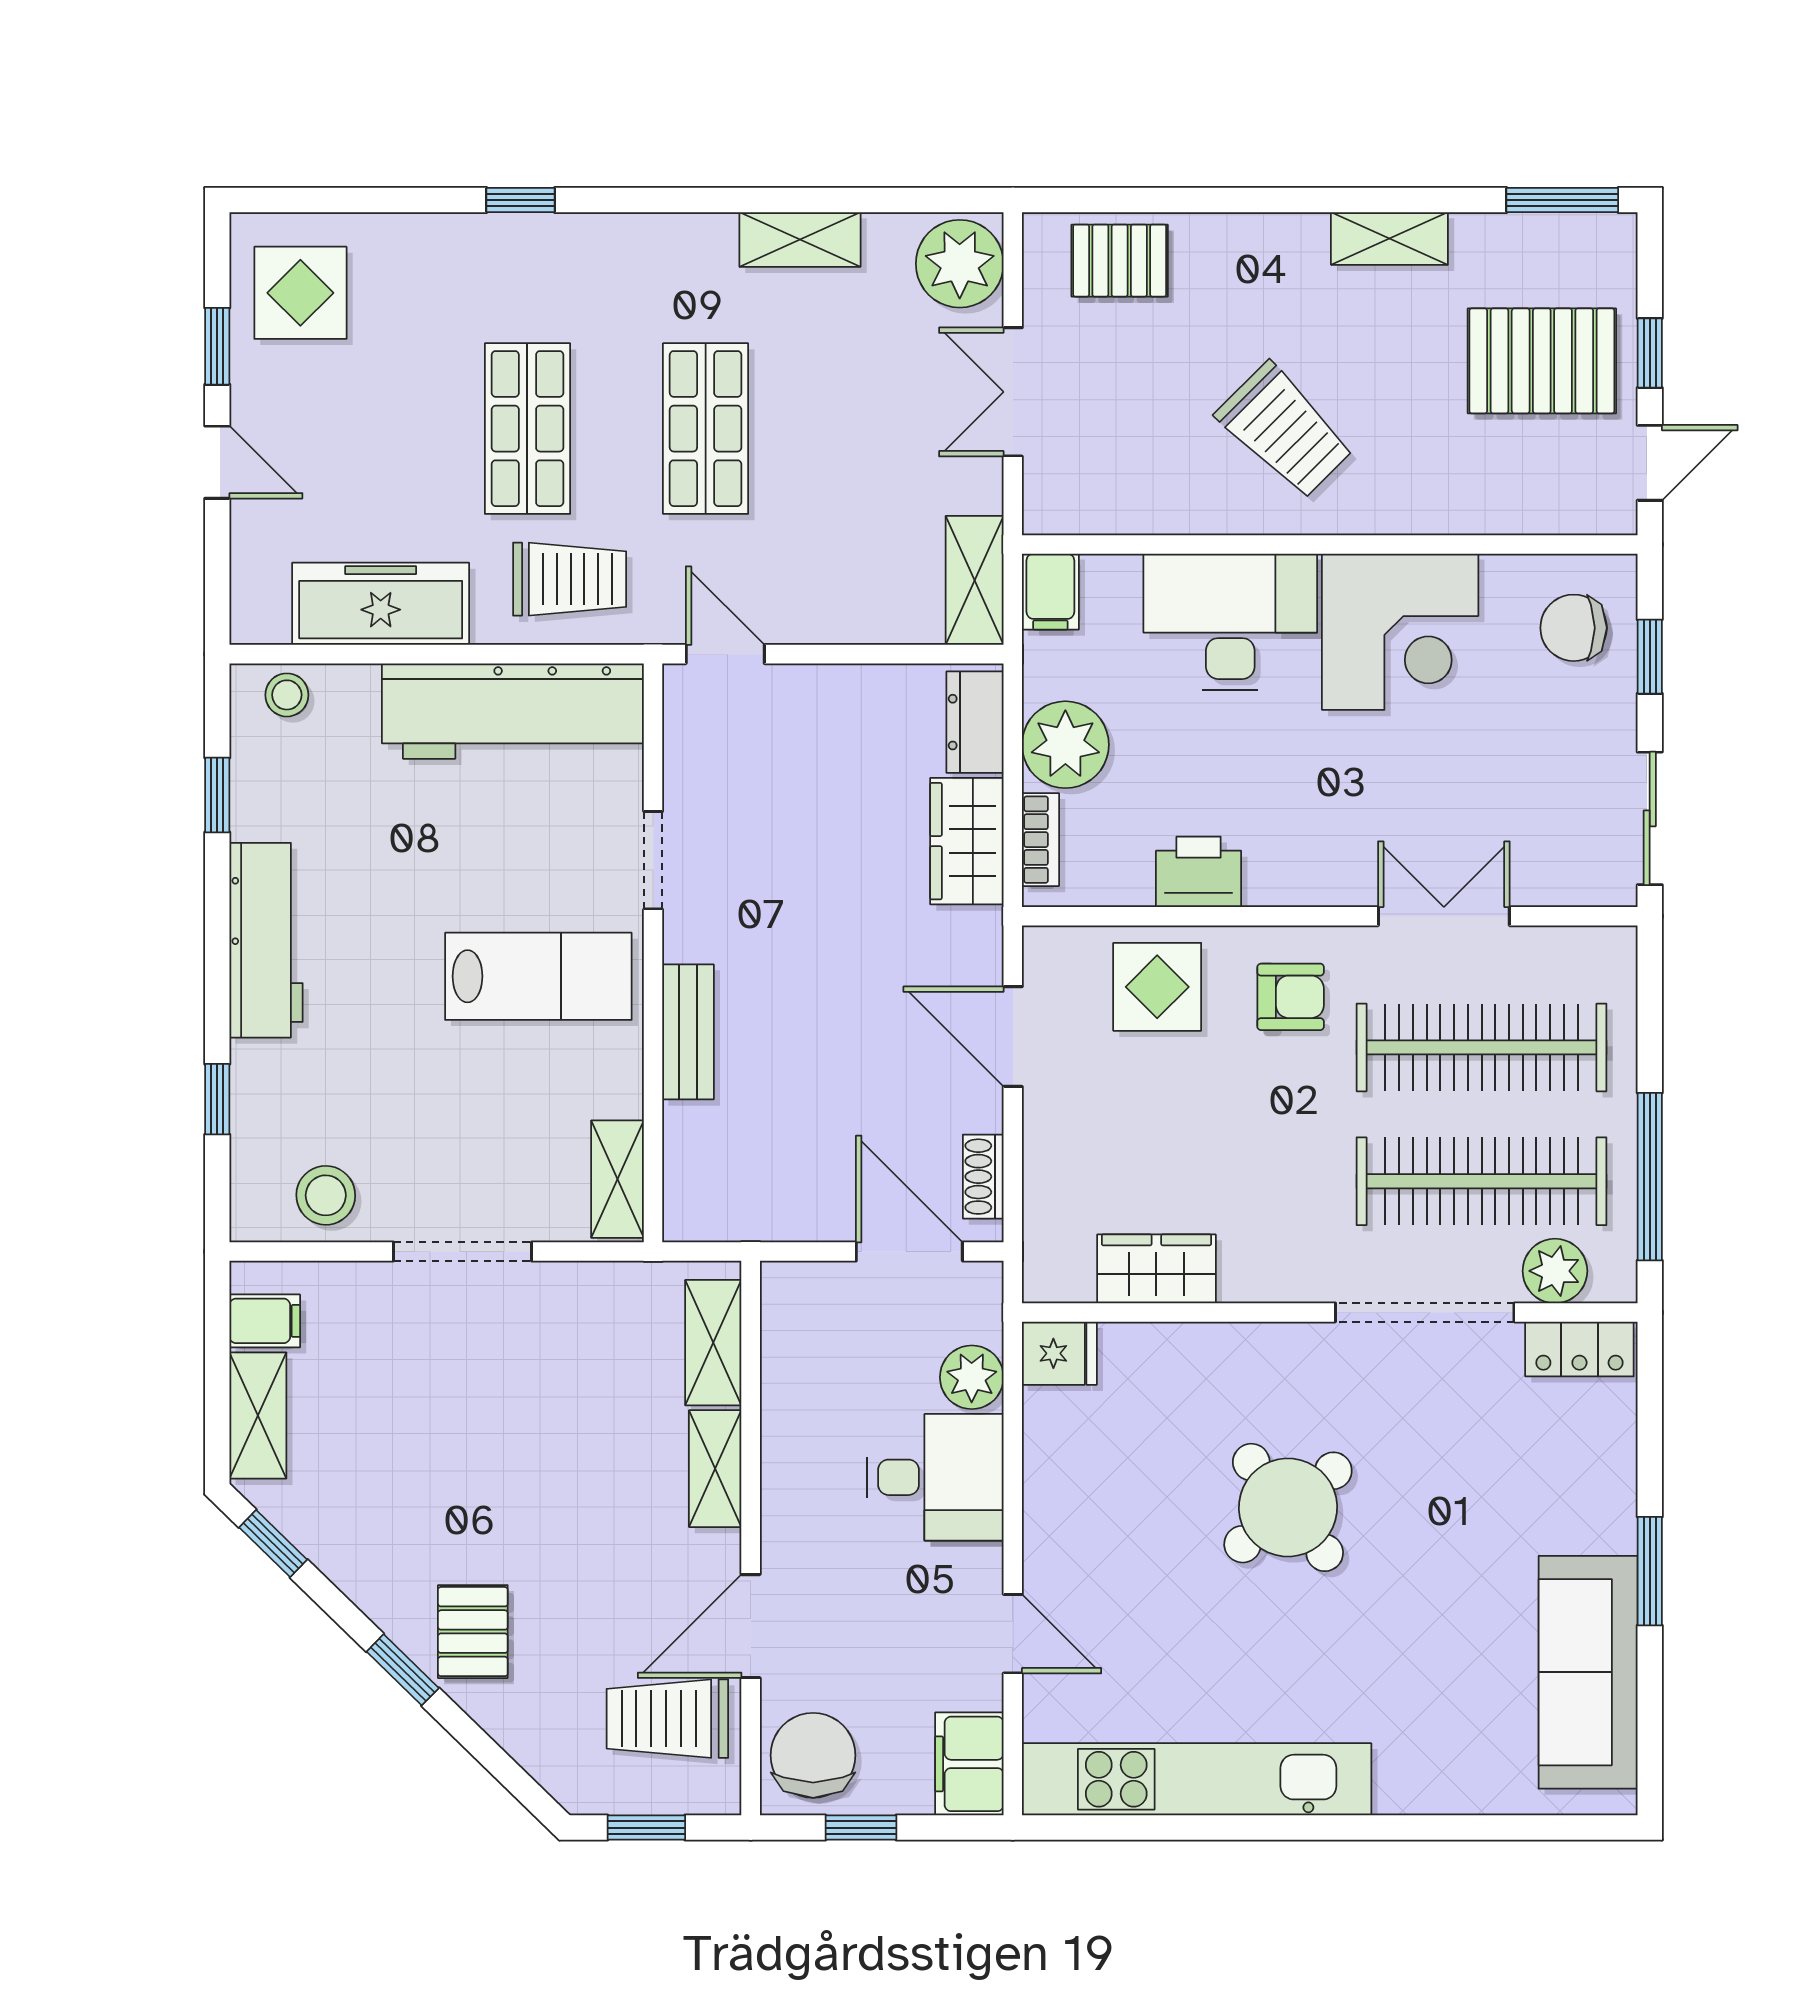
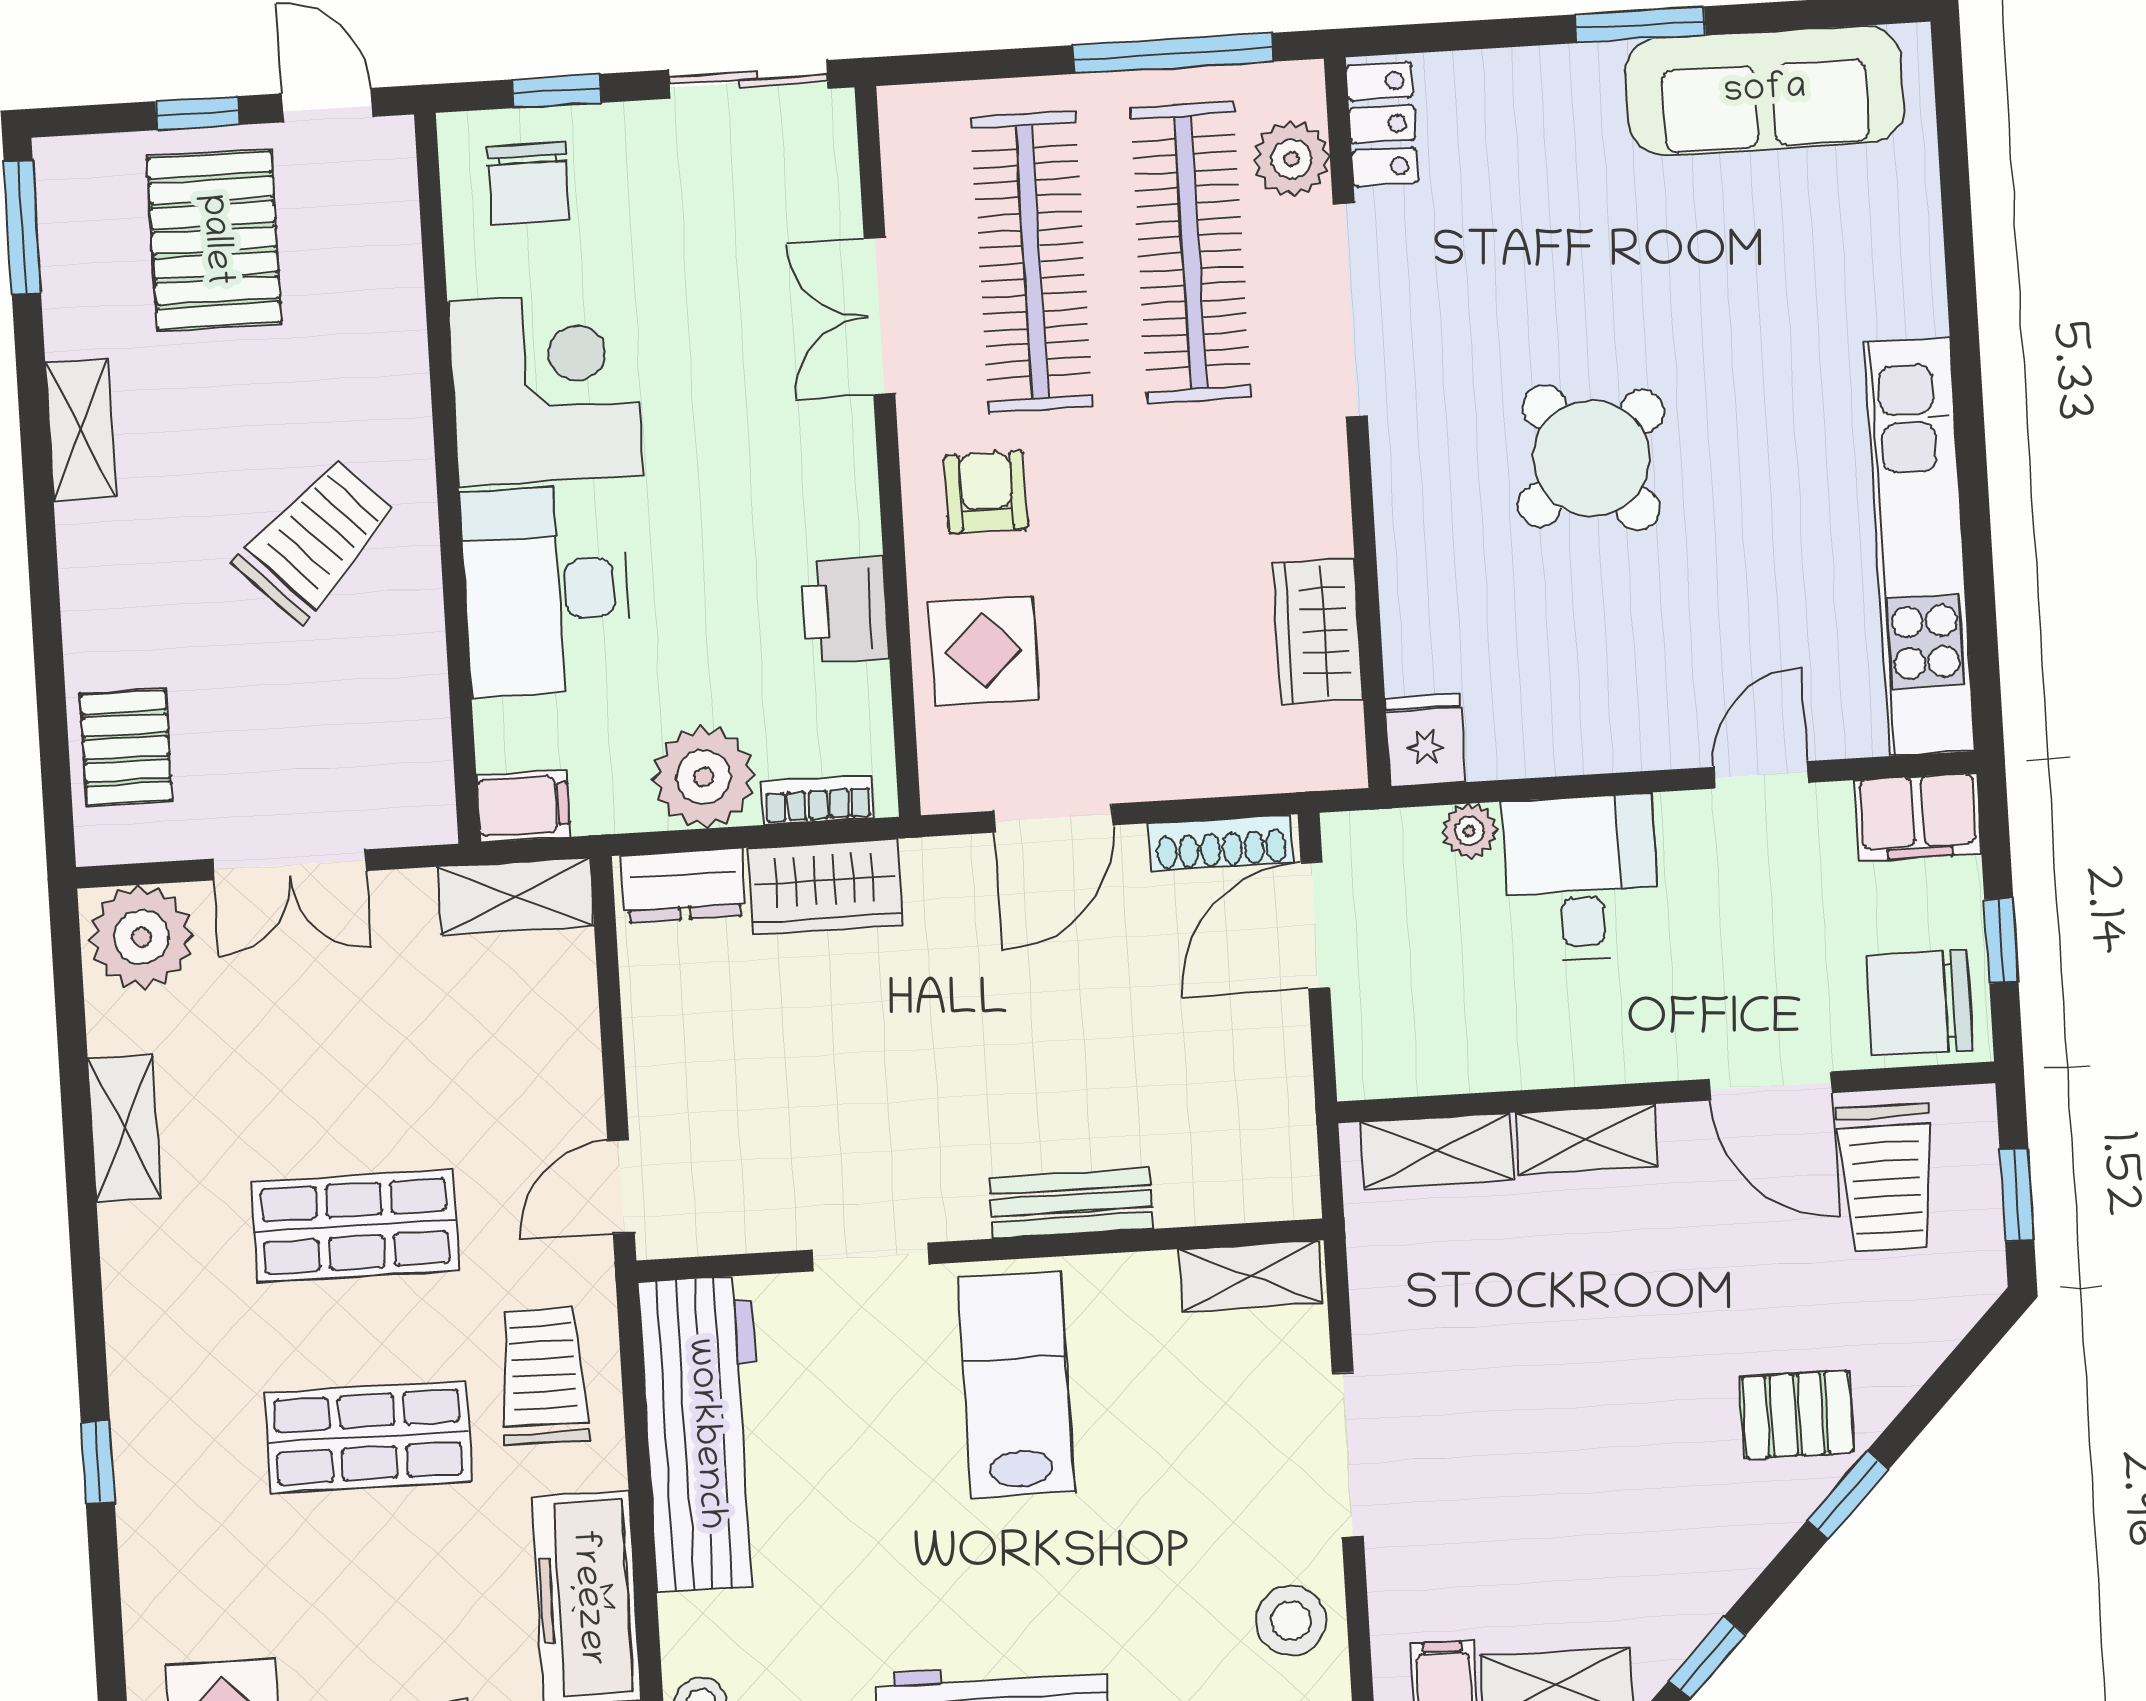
shoe rack: (983, 1177) -> (1221, 843), width x1.43
plant: (972, 1377) -> (1469, 831), width x0.73, depth x0.73

